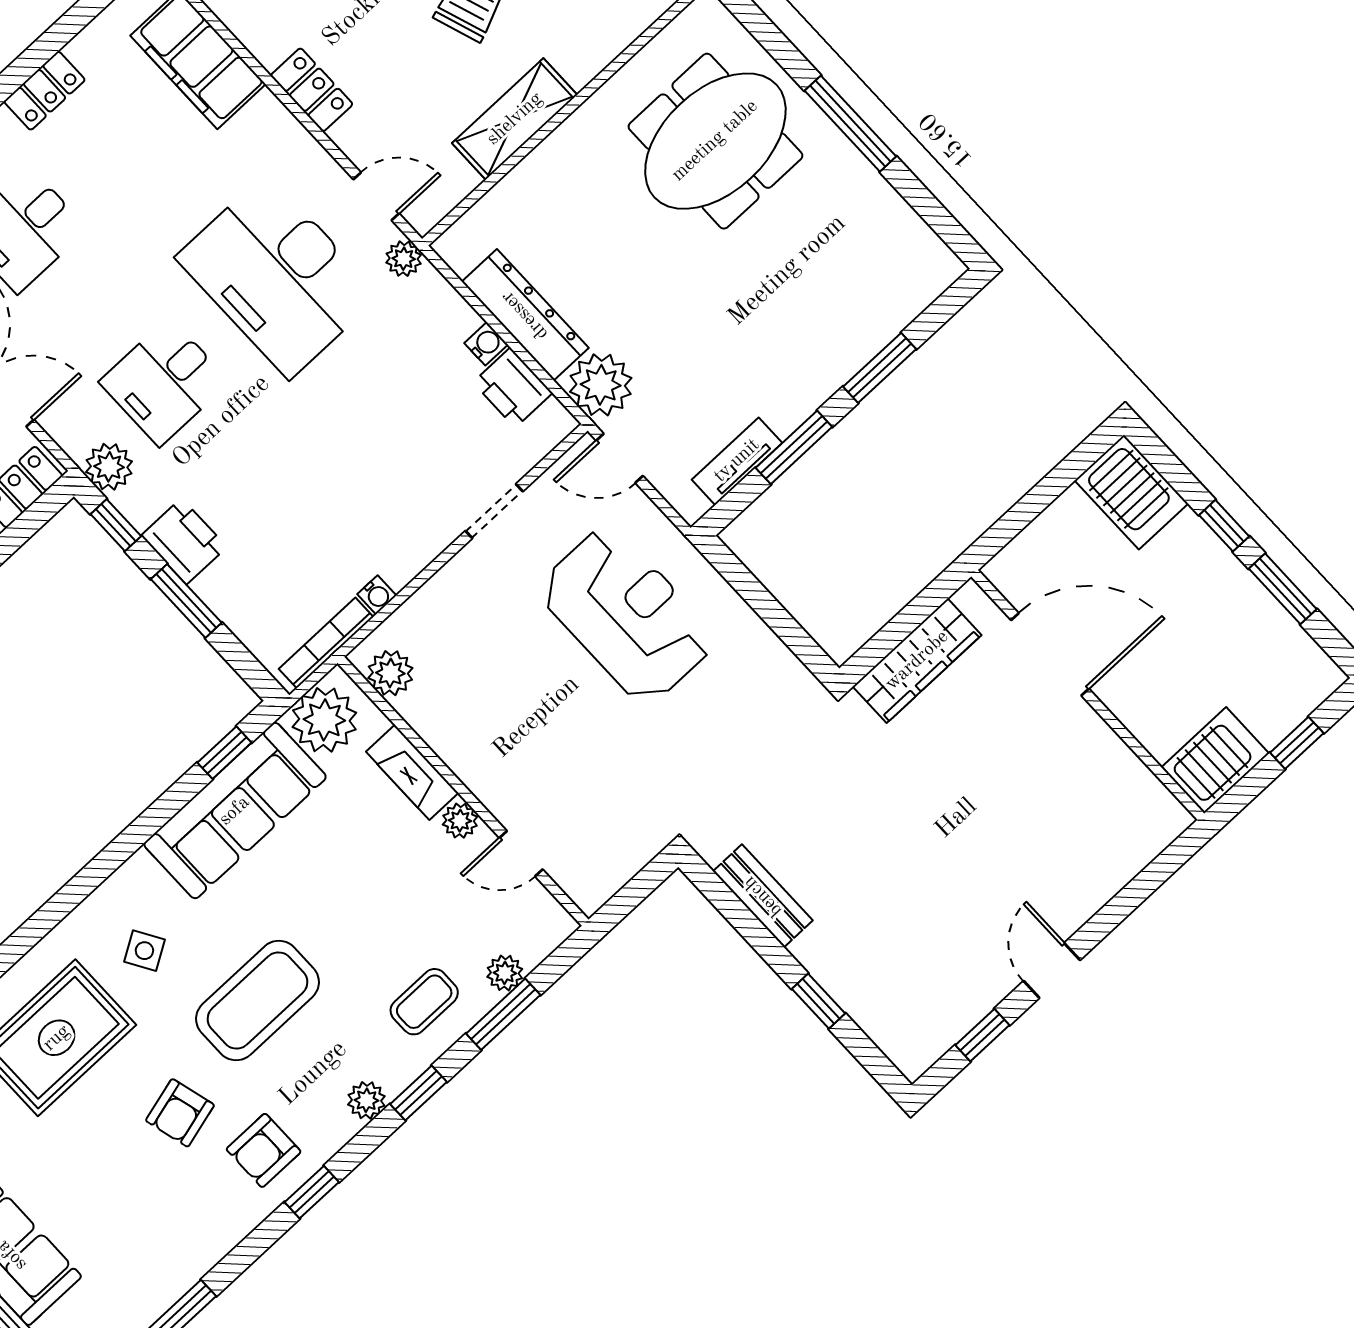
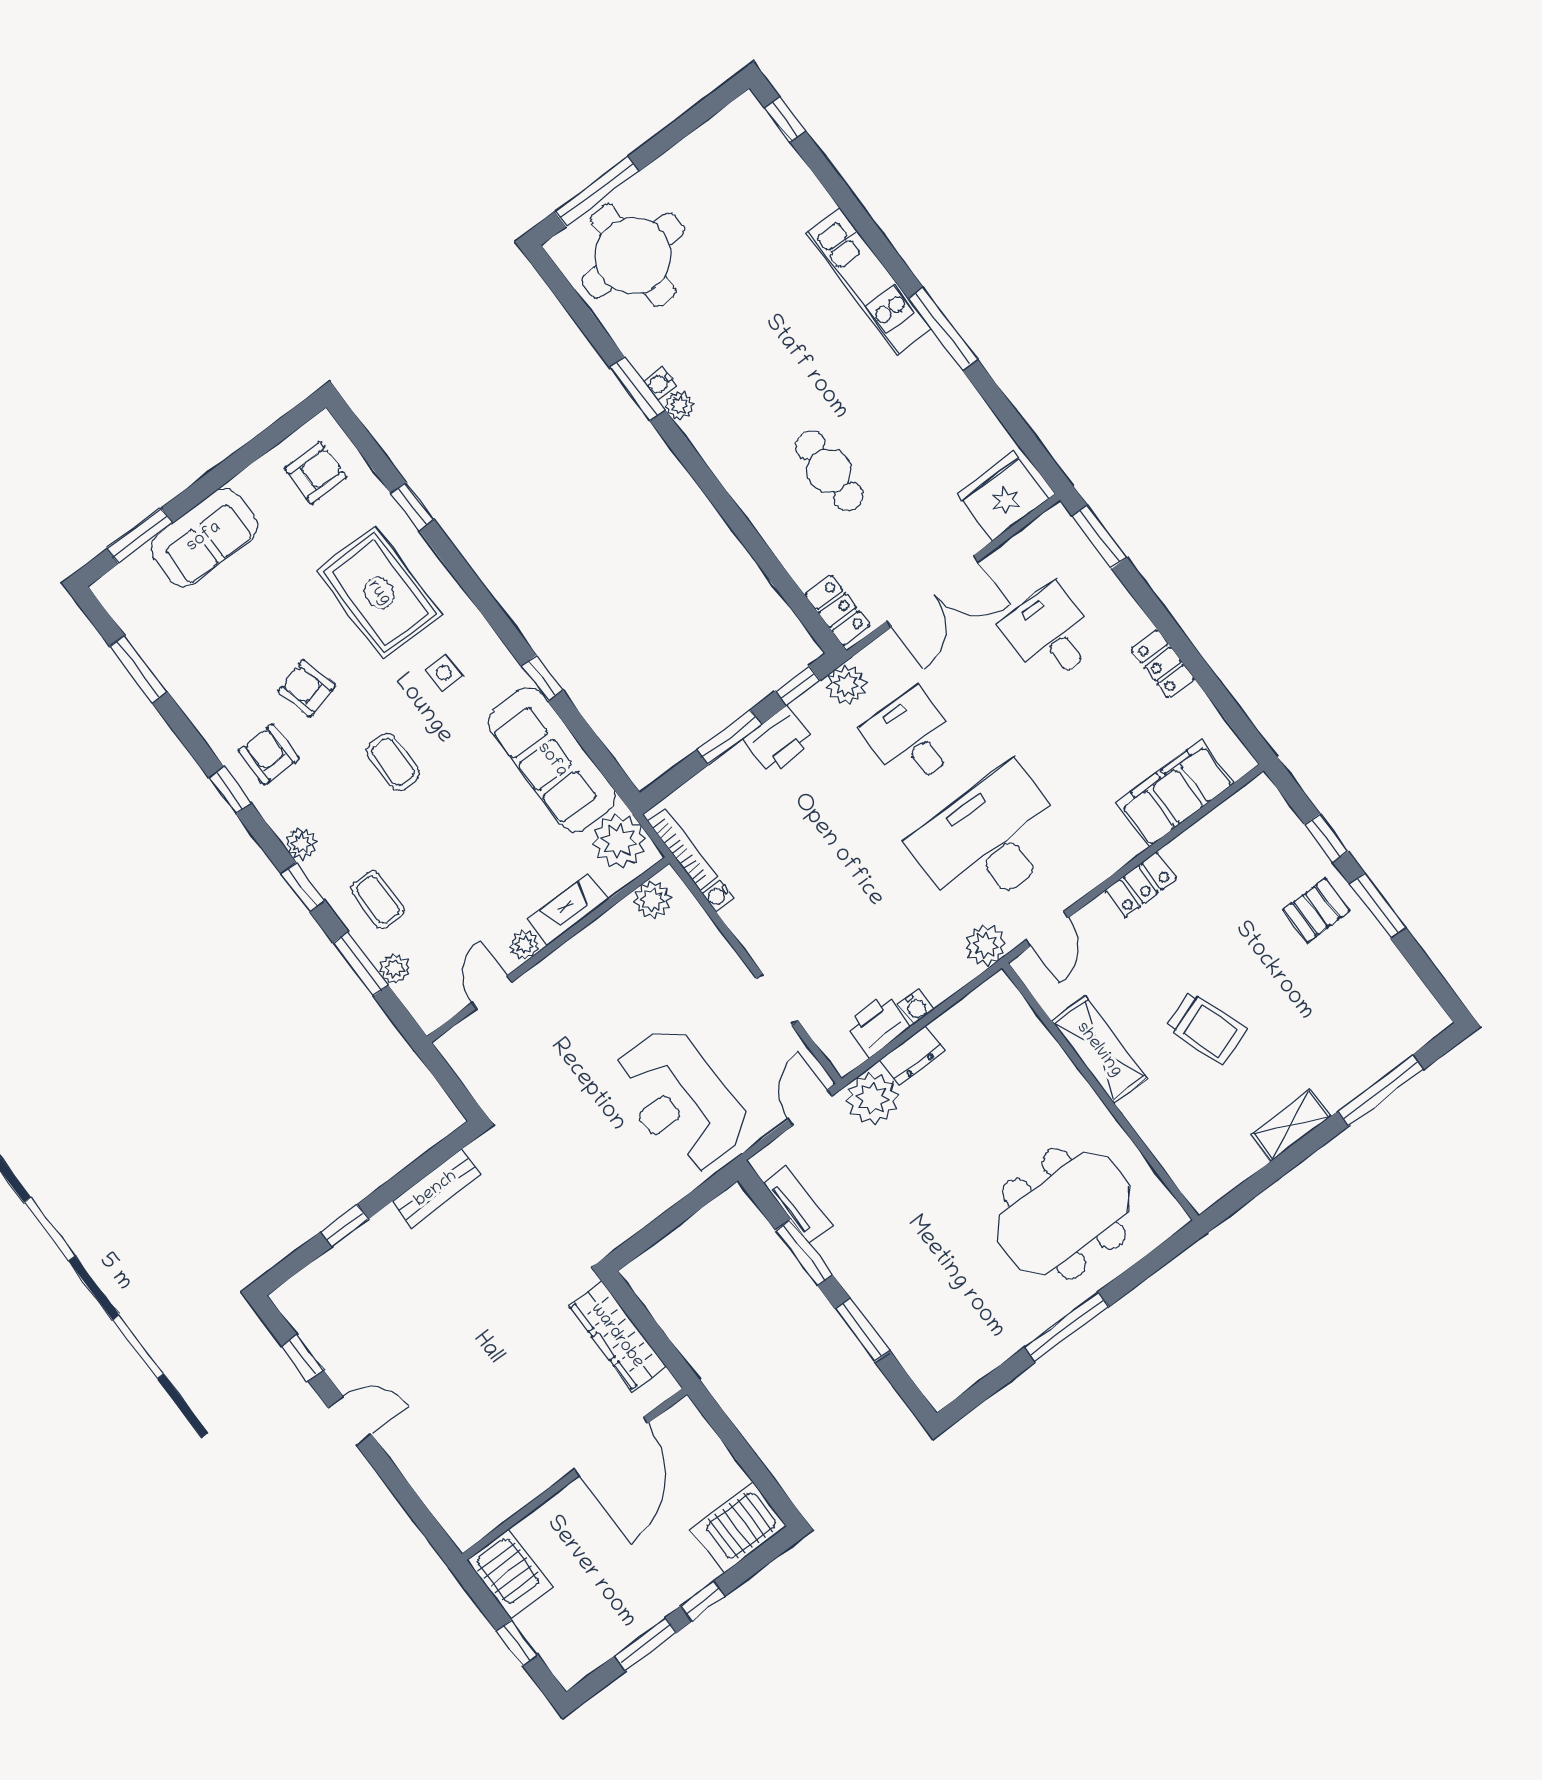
meeting table: (715, 141) -> (1064, 1214), turned 90
plant: (404, 259) -> (986, 945), width x1.38, depth x1.38
dresser: (525, 315) -> (912, 1055), width x0.51, depth x0.80
reception desk: (627, 615) -> (680, 1100), turned 90
window: (224, 753) -> (542, 678), moved
side table: (144, 951) -> (444, 673), turned 31
coffee table: (258, 1001) -> (393, 762), width x0.54, depth x0.58

